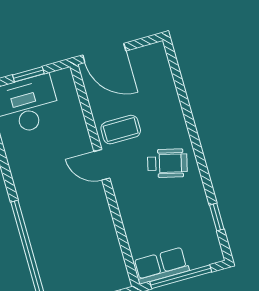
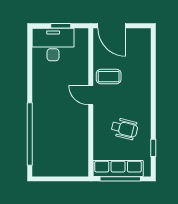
wheelchair: (167, 163) -> (124, 129), moved
row of seats: (161, 266) -> (118, 168), width x1.48

